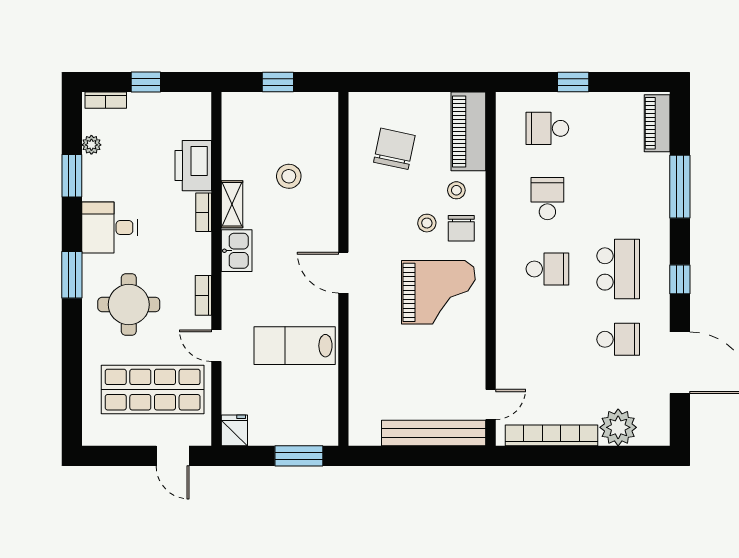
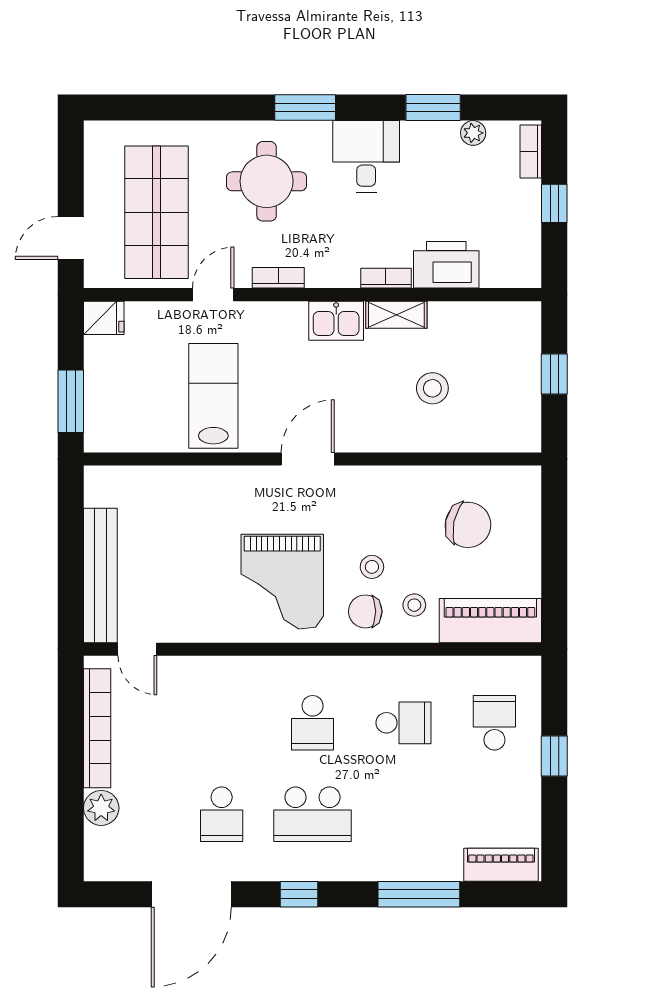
plant: (618, 427) -> (101, 808), width x0.73, depth x0.73

